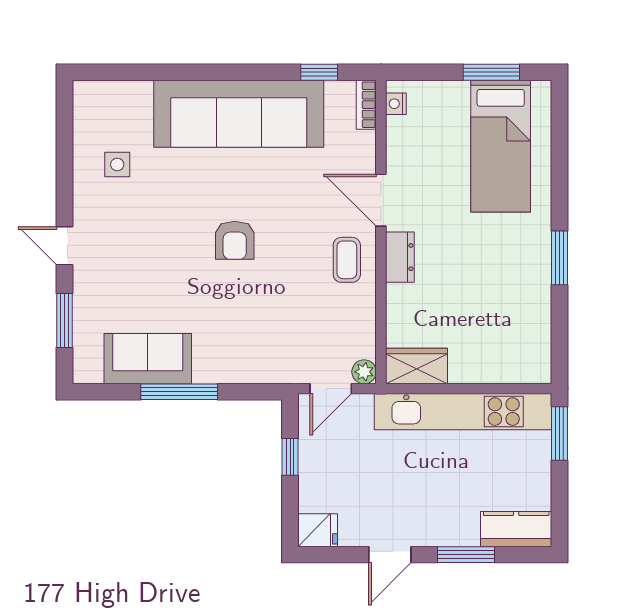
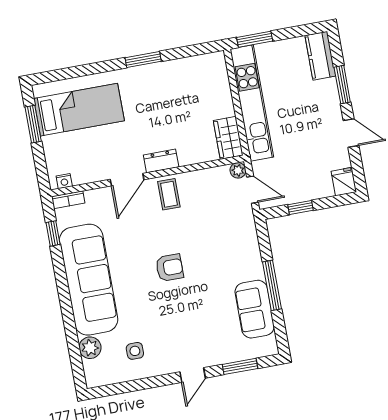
plant: (135, 97) -> (90, 348), added
coffee table: (347, 260) -> (169, 194), turned 90

